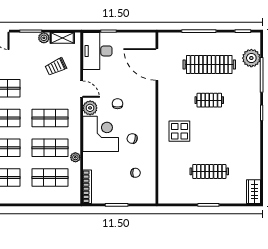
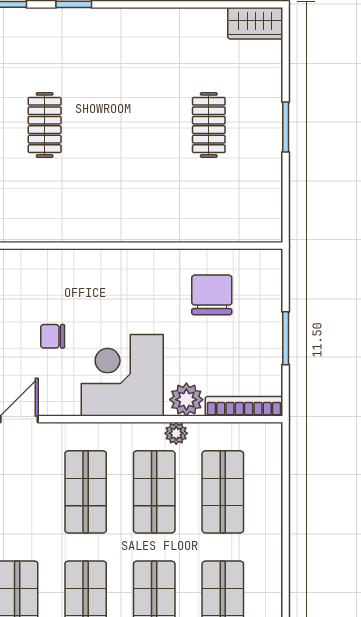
plant: (90, 108) -> (186, 400), moved
display table: (179, 131) -> (116, 194), removed
chair: (132, 139) -> (133, 303), removed
clothes rail: (209, 171) -> (209, 125), width x0.73
chair: (135, 173) -> (212, 295), width x1.87, depth x1.87

